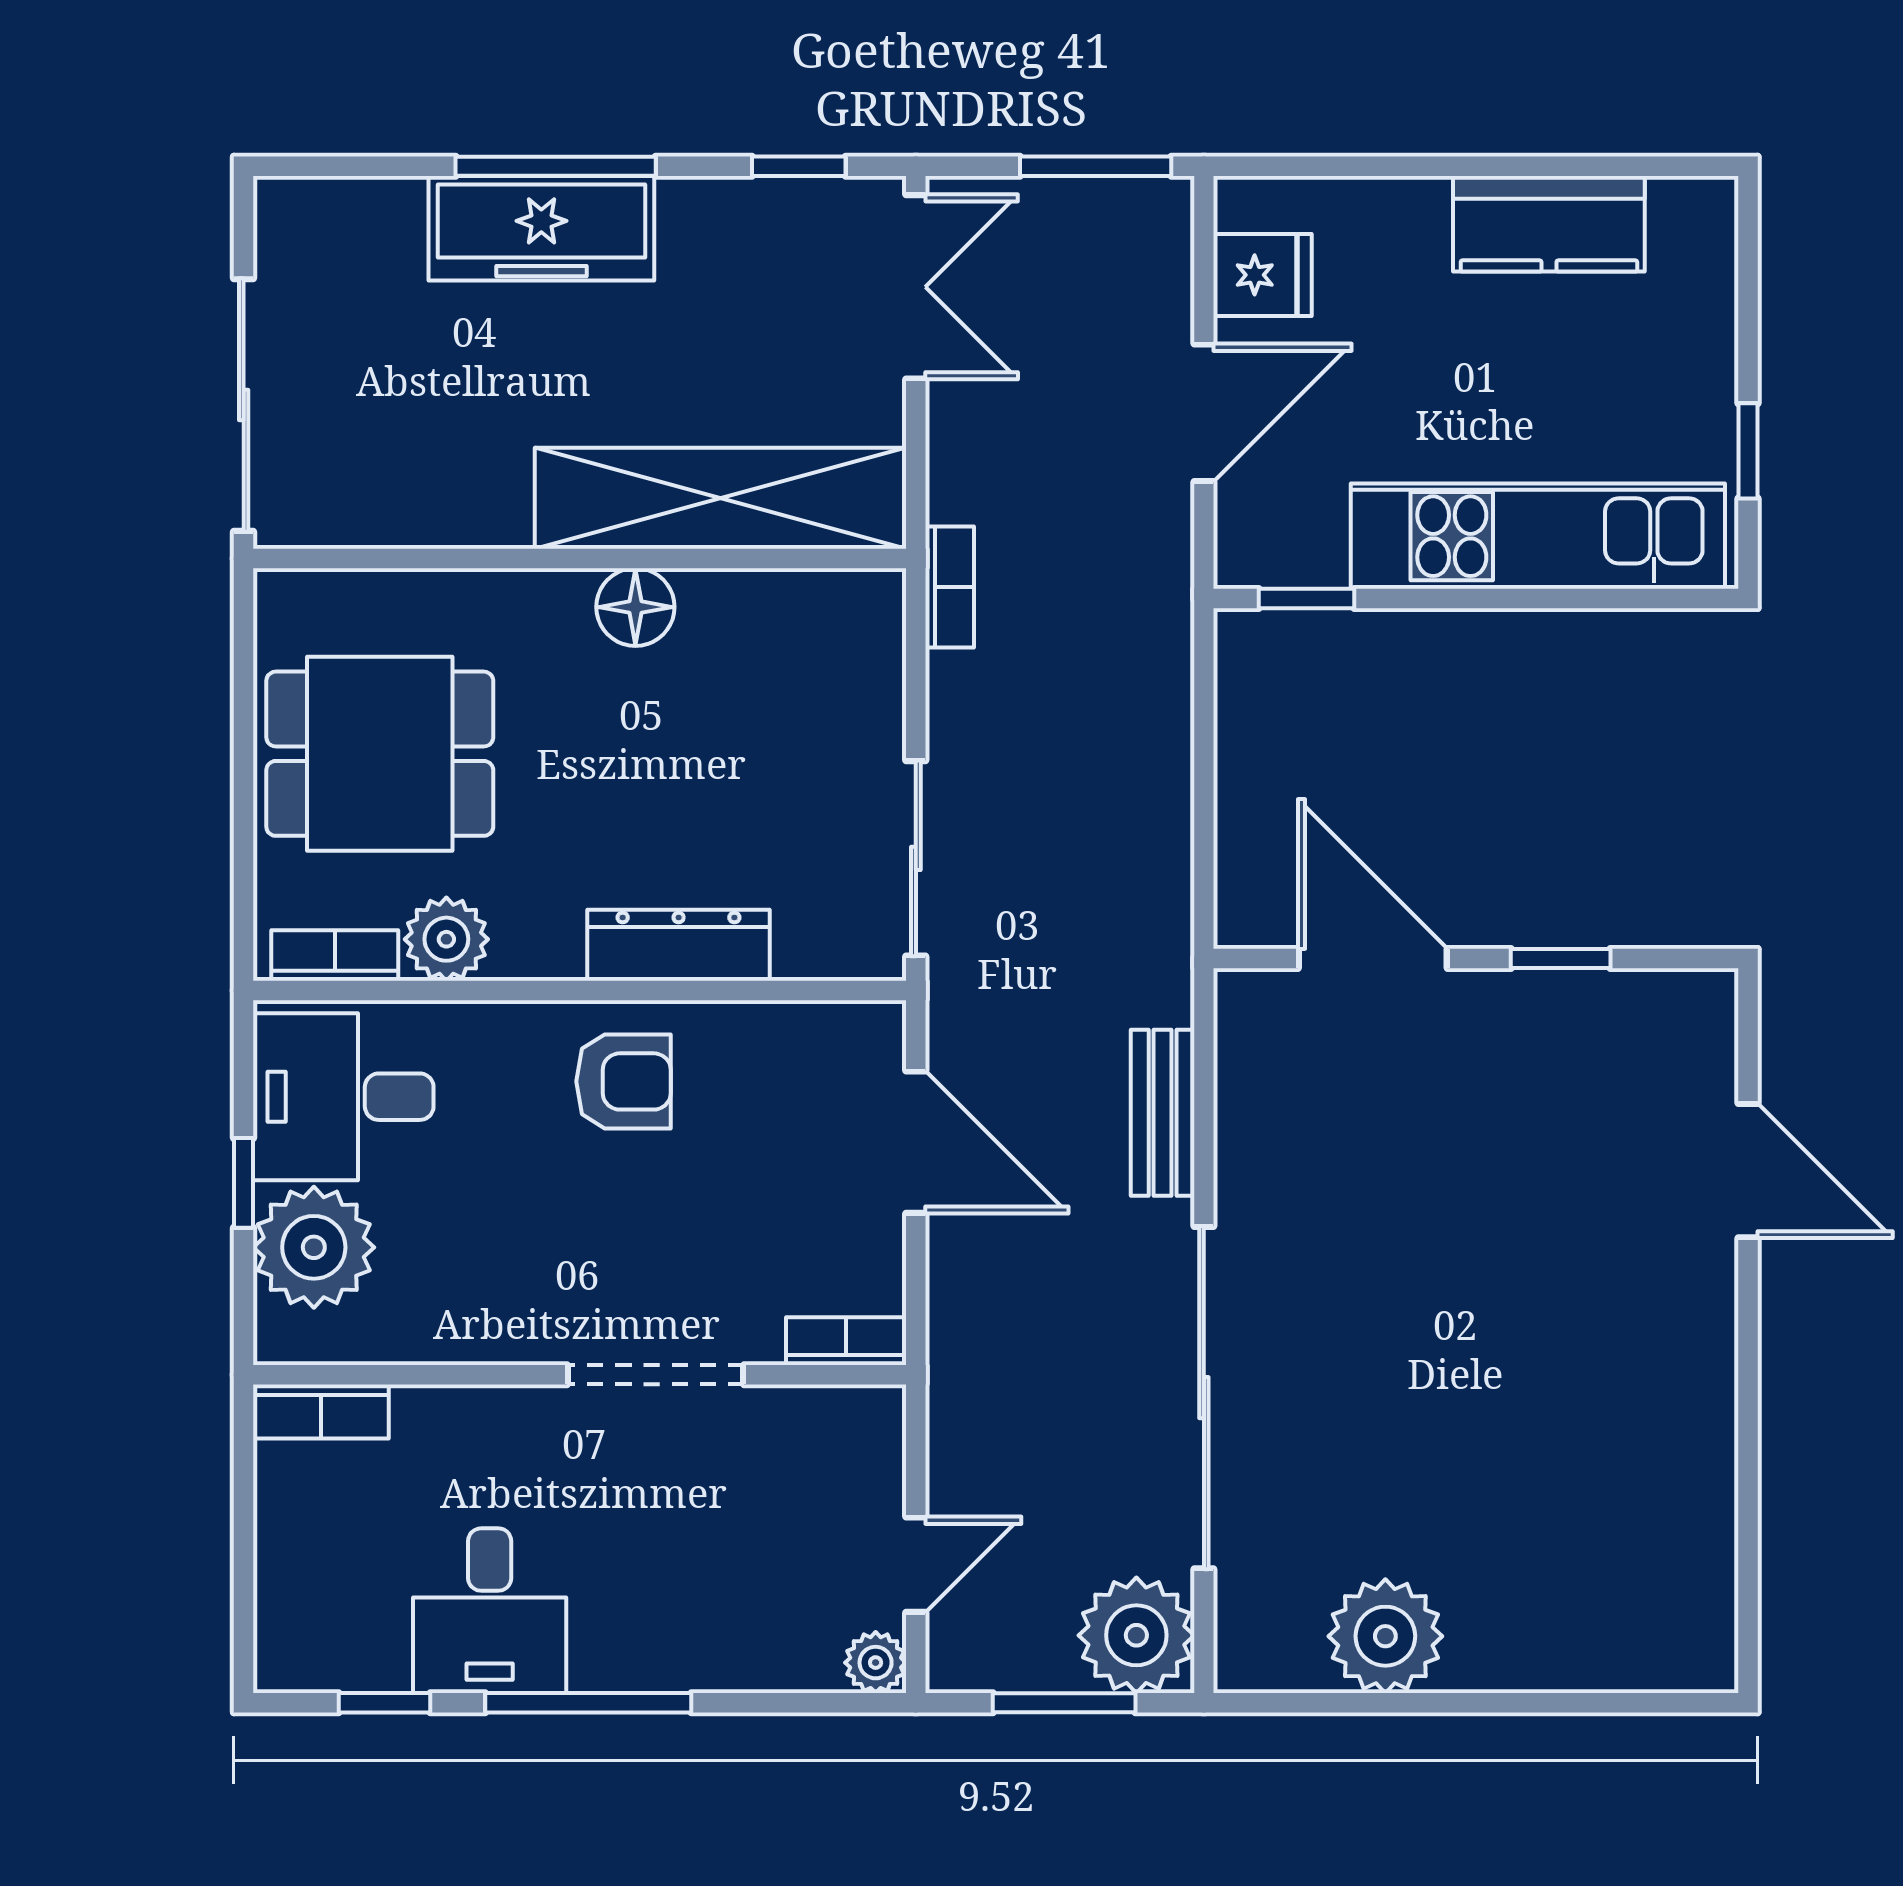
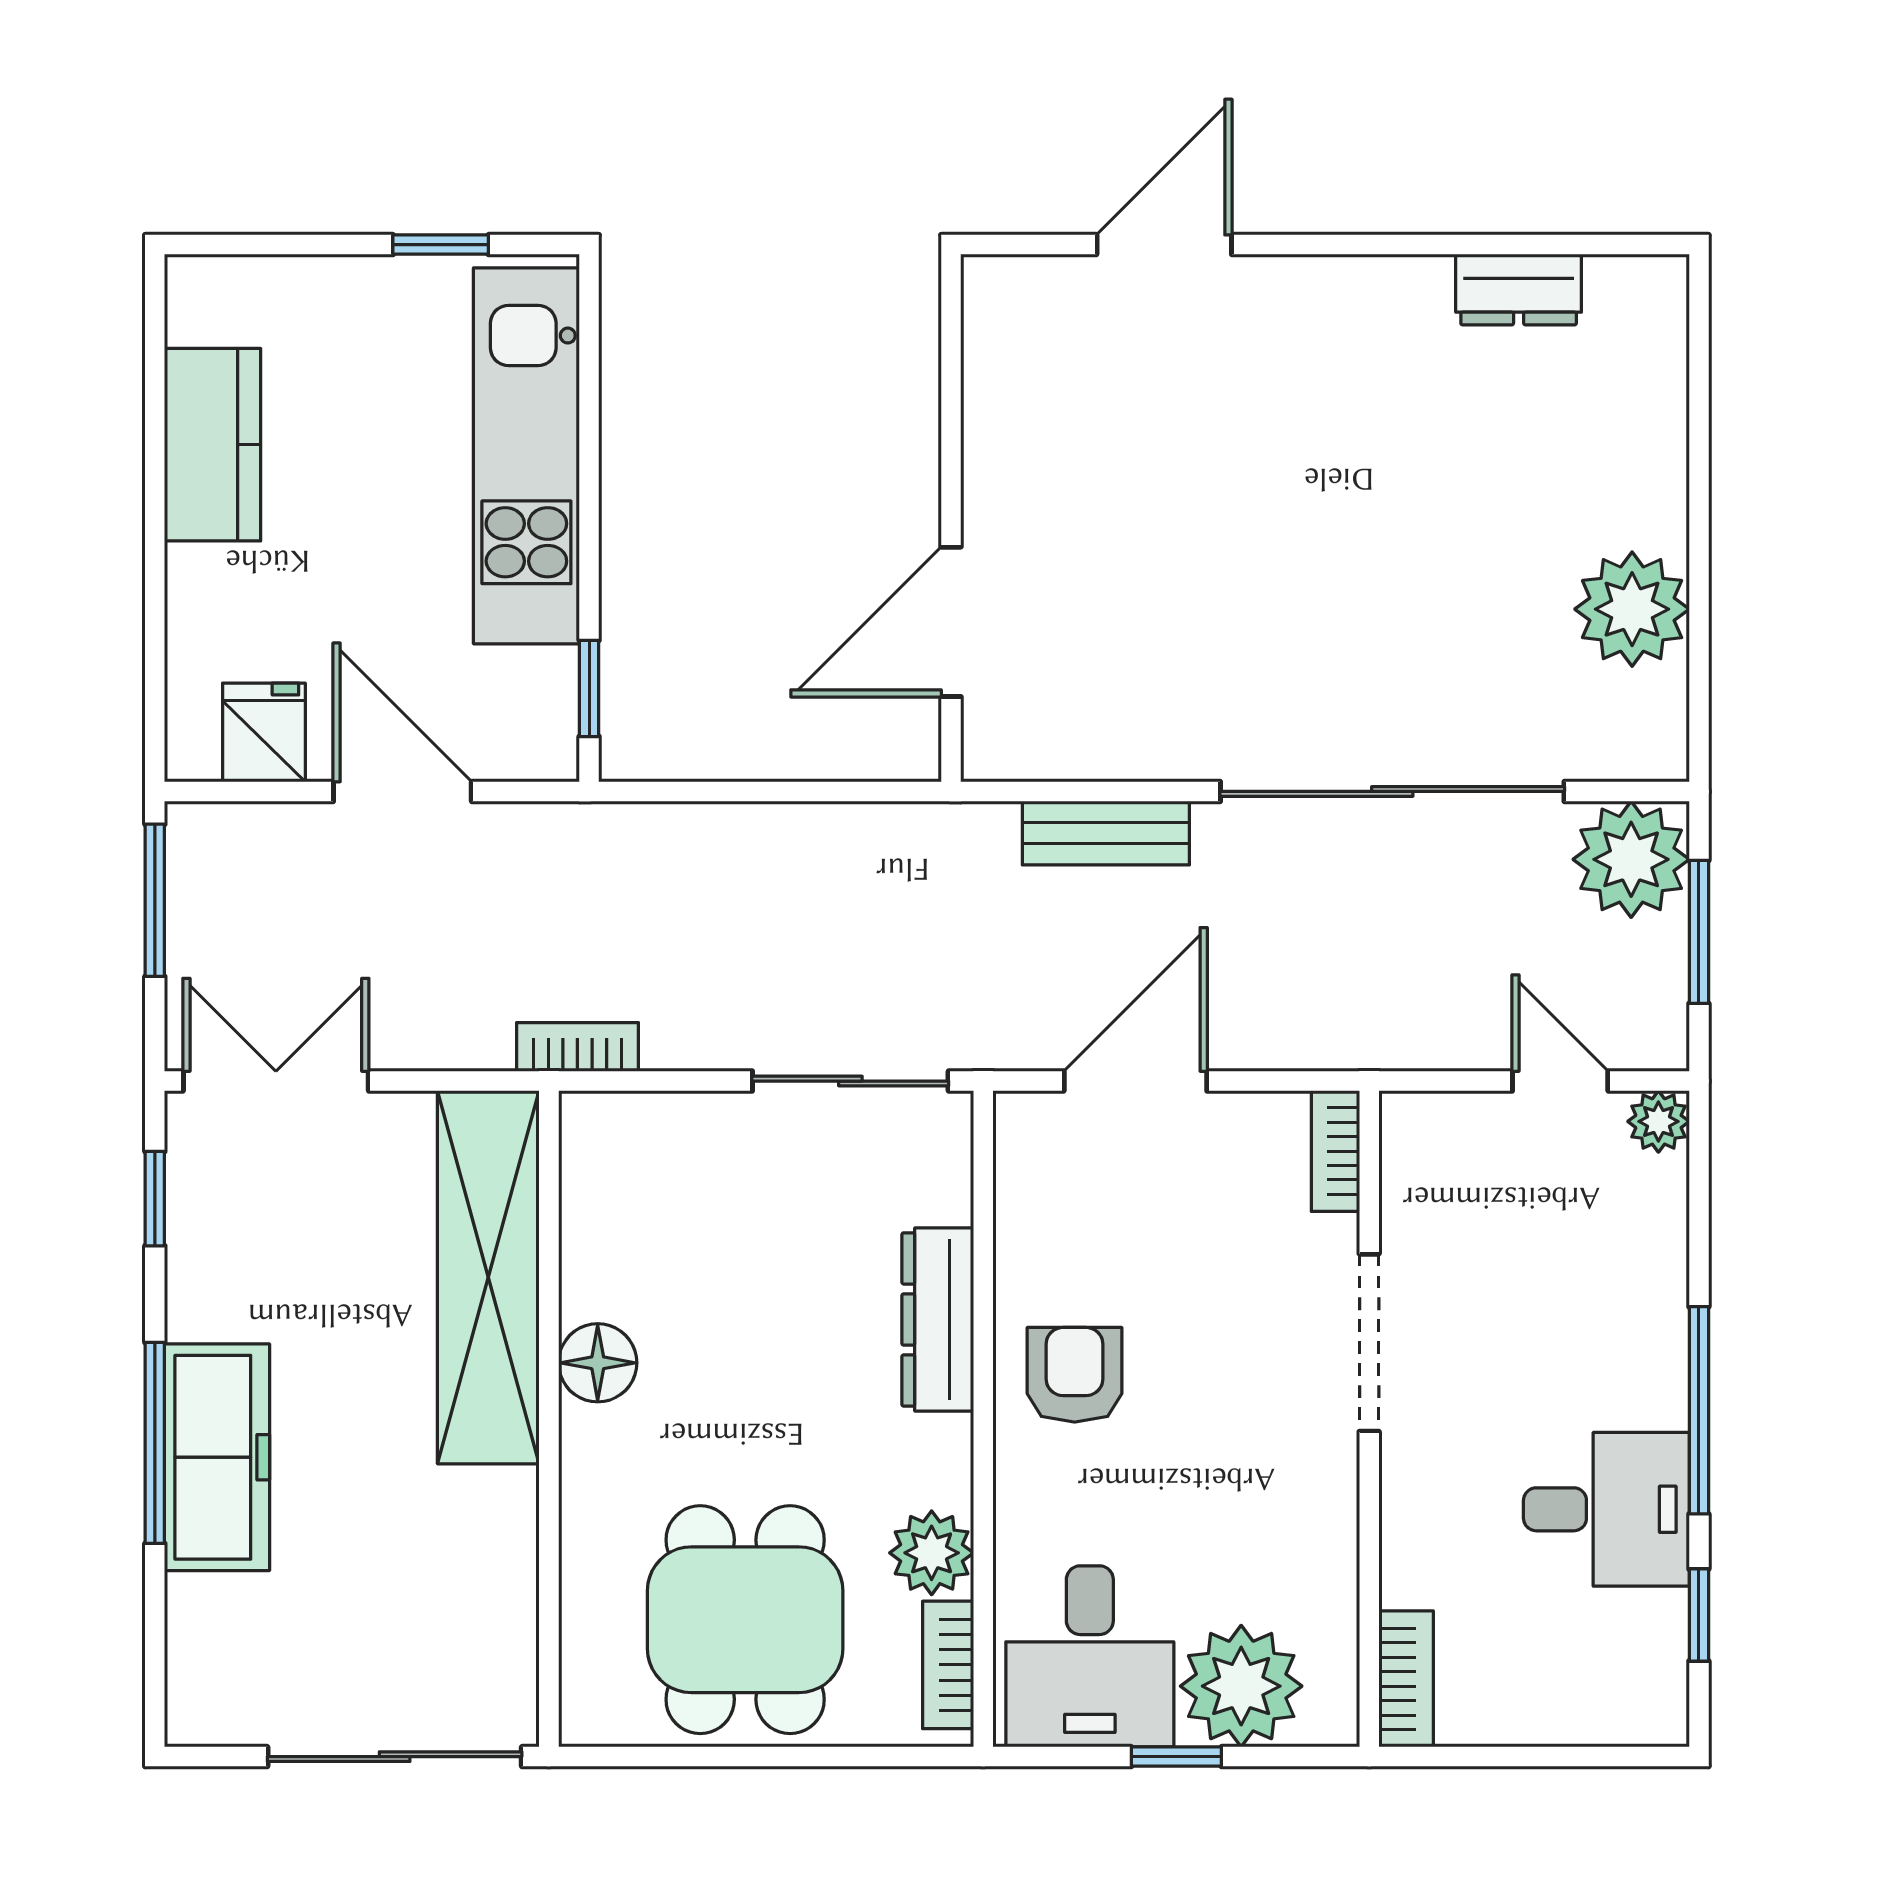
window: (1561, 959) -> (951, 433), removed
dresser: (1703, 1523) -> (1519, 290), added

